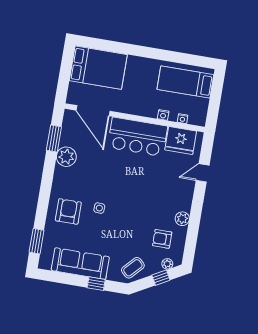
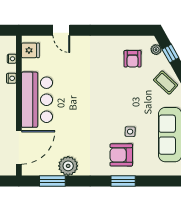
fridge: (181, 140) -> (30, 50), width x0.53, depth x0.75
side table: (99, 208) -> (130, 132), moved
plant: (182, 219) -> (109, 42), removed
window: (37, 241) -> (123, 181), moved

